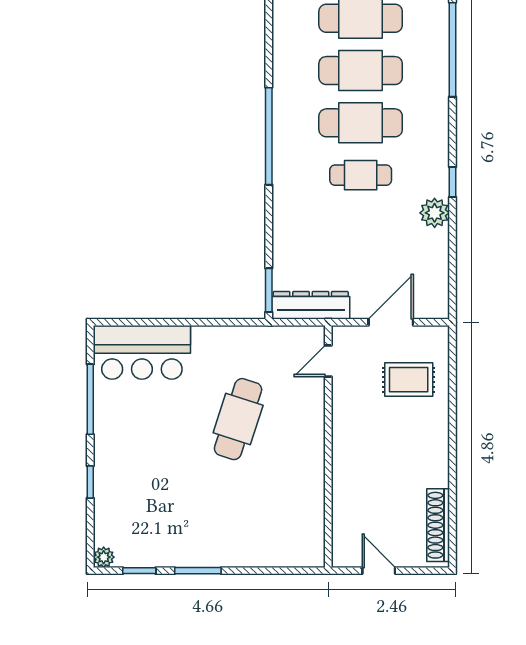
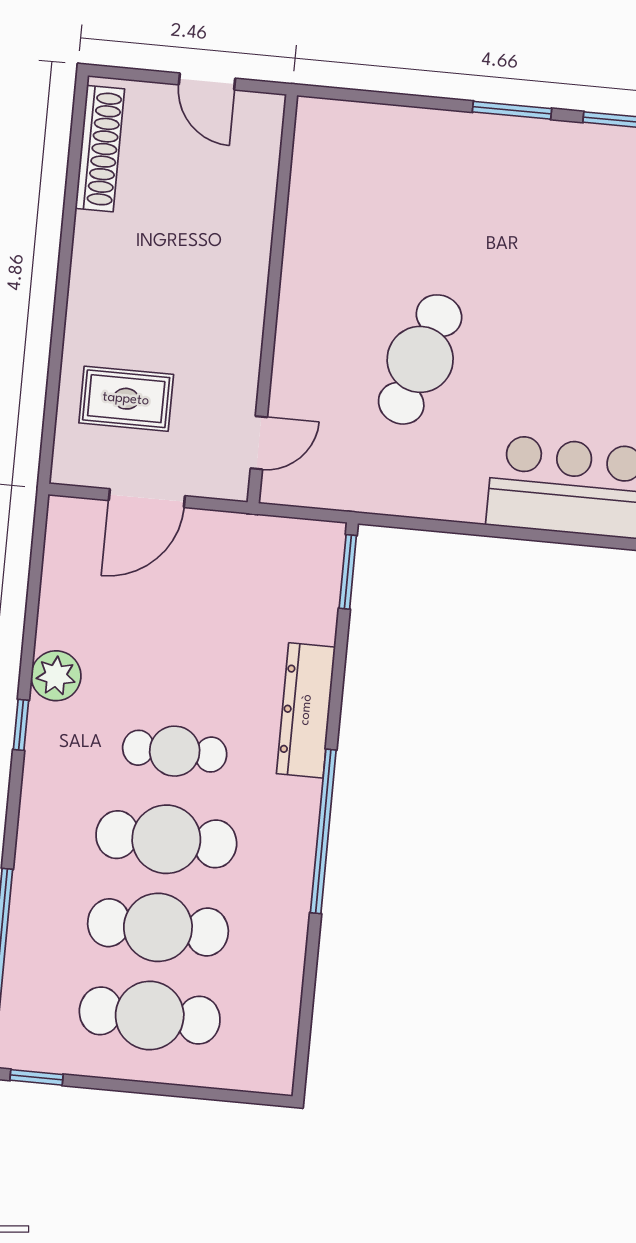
dresser: (311, 305) -> (306, 710), moved, turned 90

